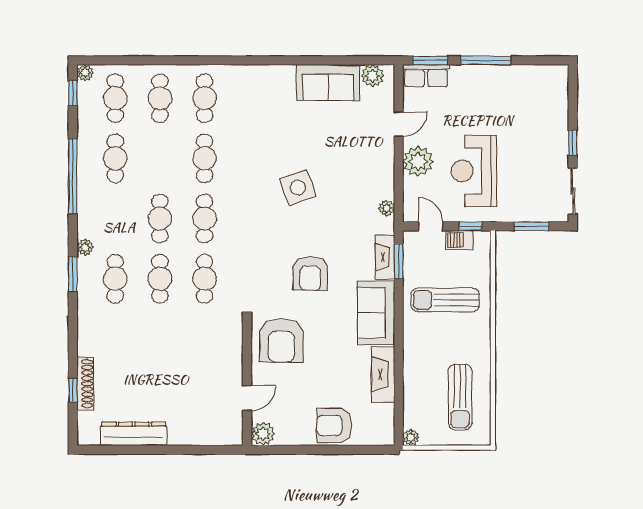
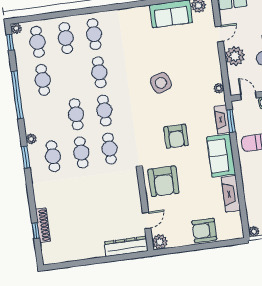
dresser: (134, 434) -> (126, 246), moved

